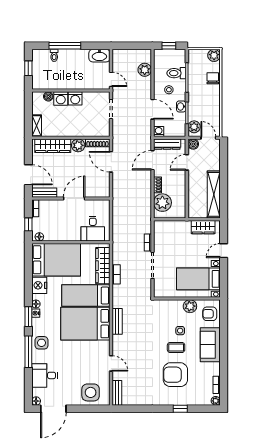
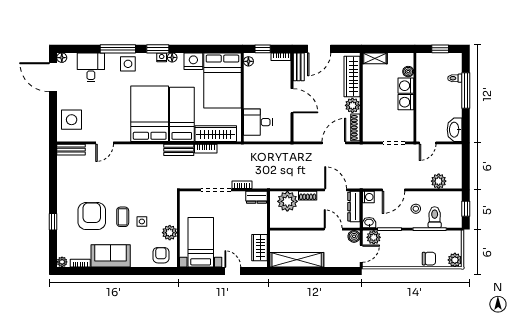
washbasin: (181, 106) -> (369, 223), moved
dresser: (159, 230) -> (257, 197), added
bench: (117, 321) -> (179, 150), moved
sofa: (210, 345) -> (111, 256), moved

